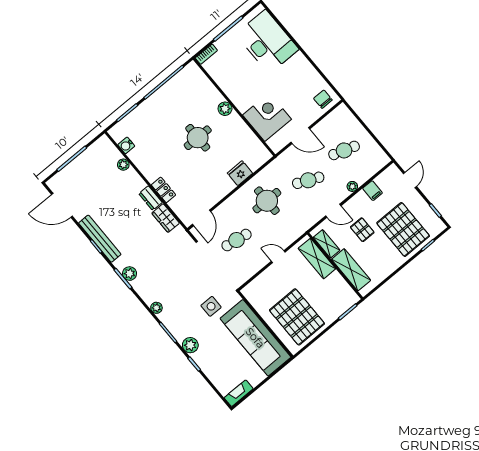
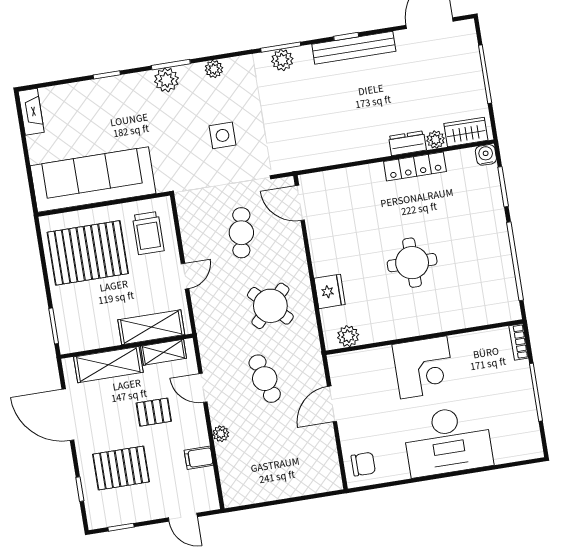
desk: (267, 42) -> (448, 441), moved
plant: (225, 109) -> (348, 336), moved
corner desk: (267, 117) -> (424, 367), moved
water cooler: (126, 145) -> (486, 155), moved
cafe table: (344, 150) -> (276, 452), removed
cafe table: (308, 180) -> (265, 379), turned -39
locker: (163, 190) -> (415, 166), moved, width x1.53
dresser: (150, 198) -> (407, 143), moved
round table: (267, 201) -> (270, 306), turned 45
door: (333, 211) -> (203, 388), hinge flipped
wardrobe: (166, 218) -> (466, 132), moved
pallet: (403, 229) -> (121, 468), width x0.73, depth x0.71
door: (391, 276) -> (68, 415), added
trolley: (267, 291) -> (148, 233), added
side table: (211, 306) -> (222, 135), moved
plant: (190, 345) -> (166, 80), moved

